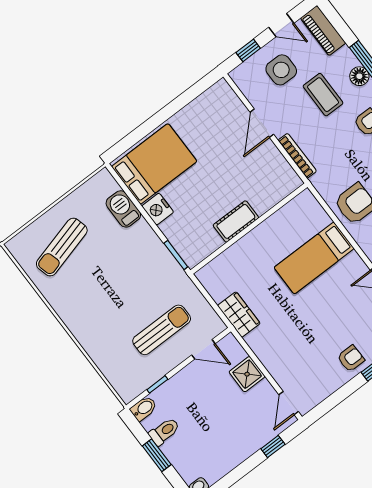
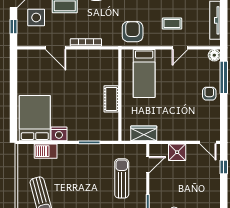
cot: (236, 221) -> (111, 99), moved
wall: (249, 229) -> (120, 95), moved

